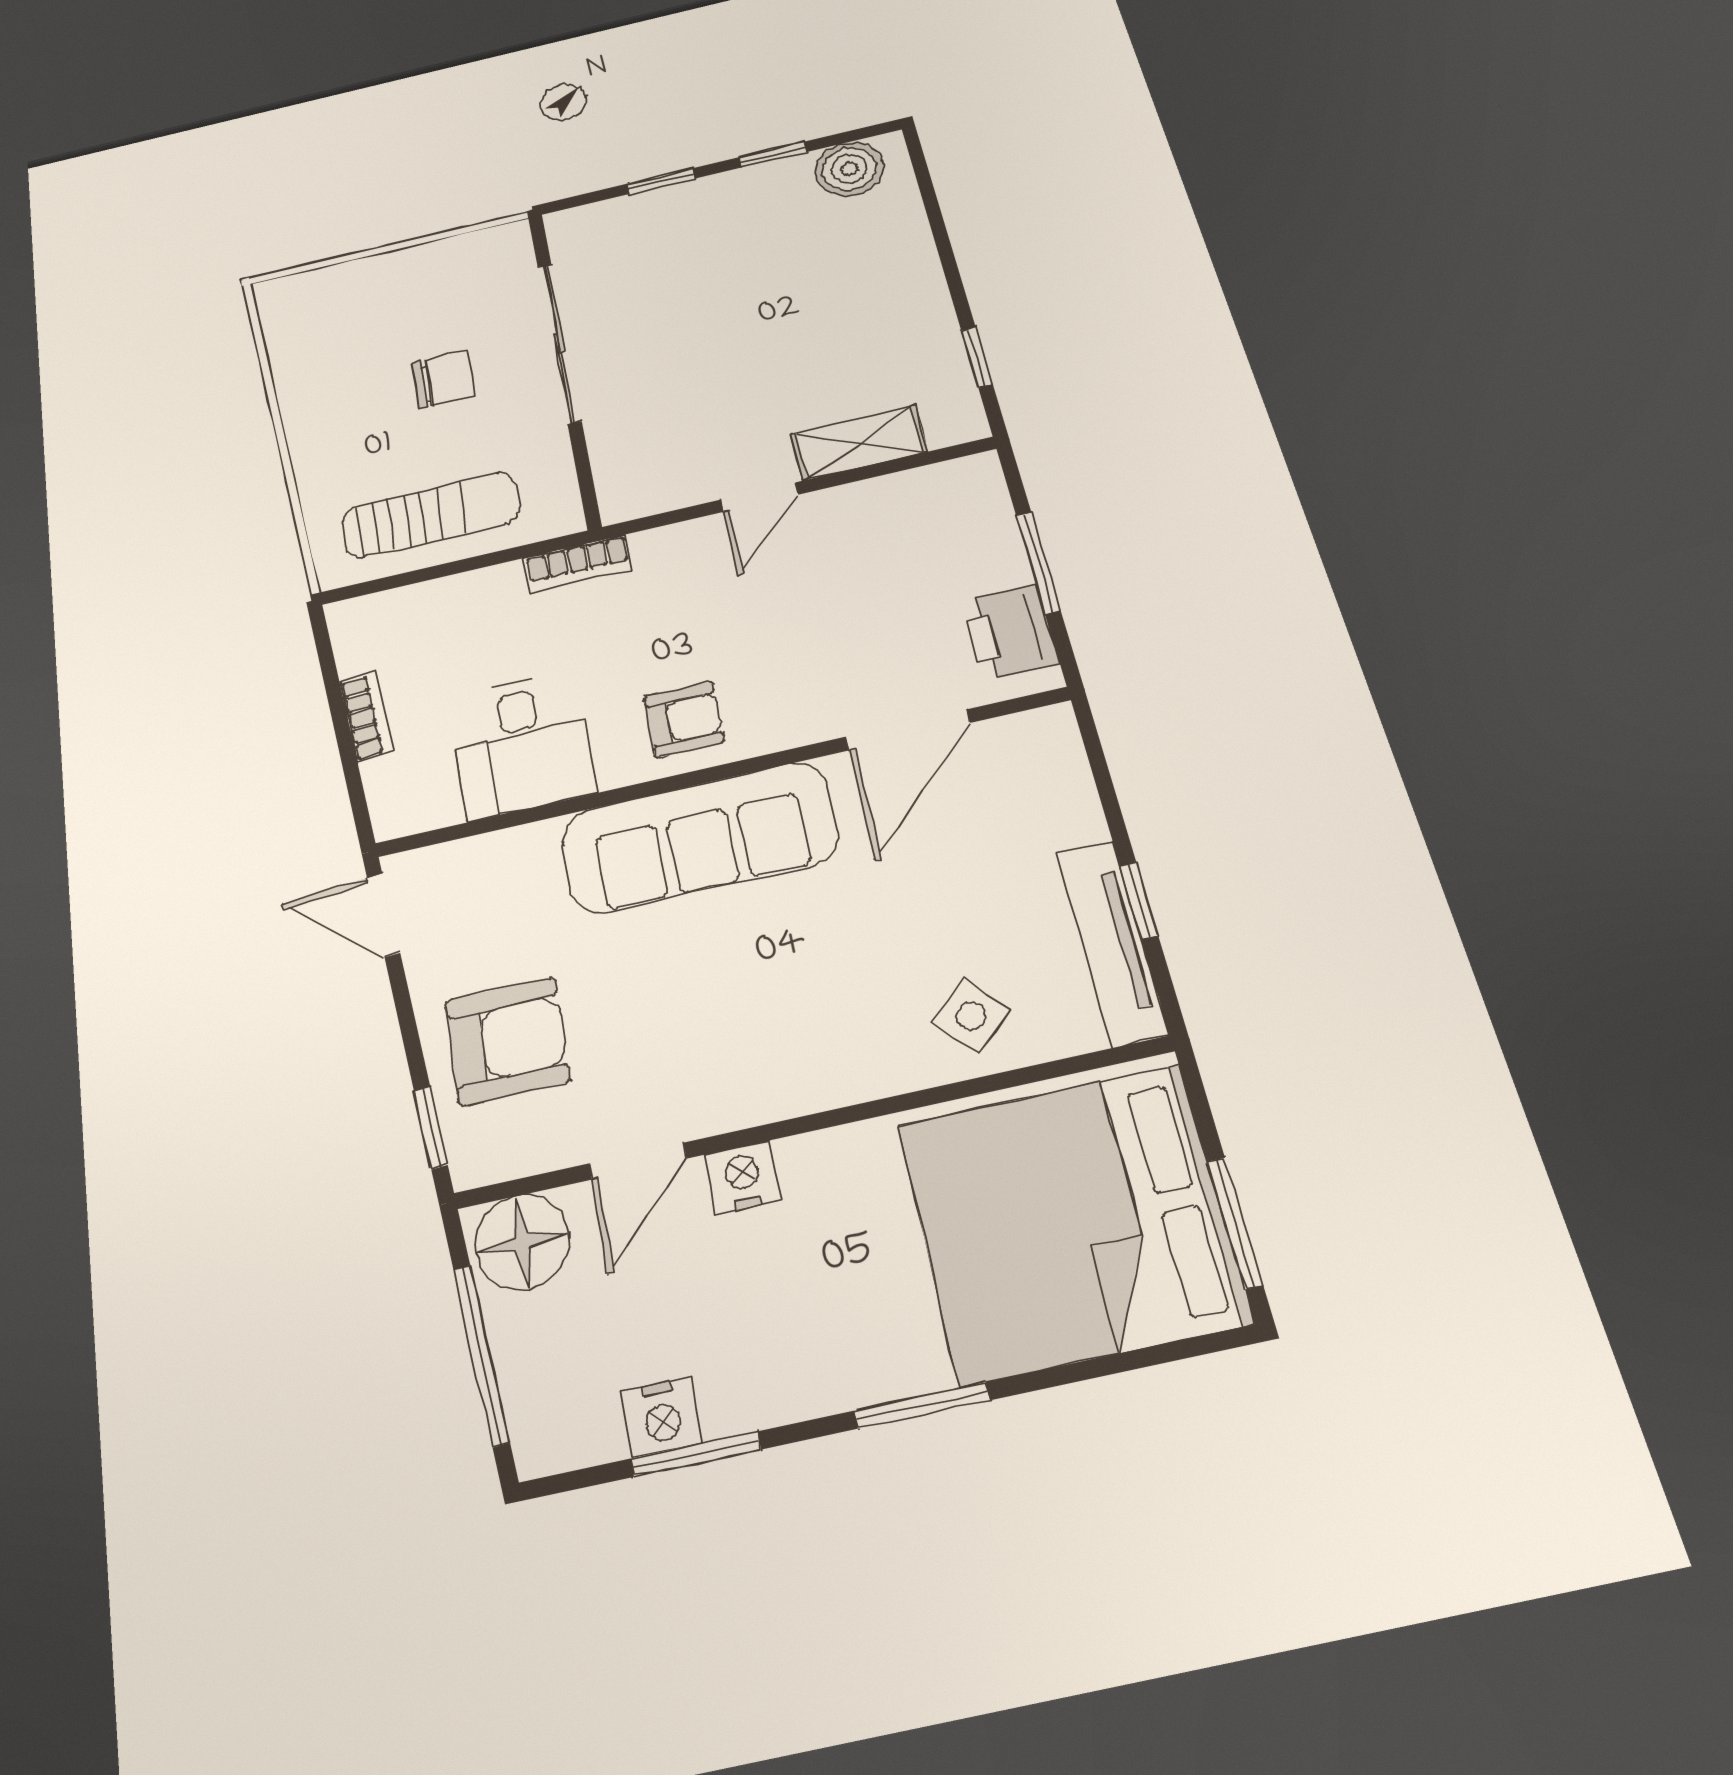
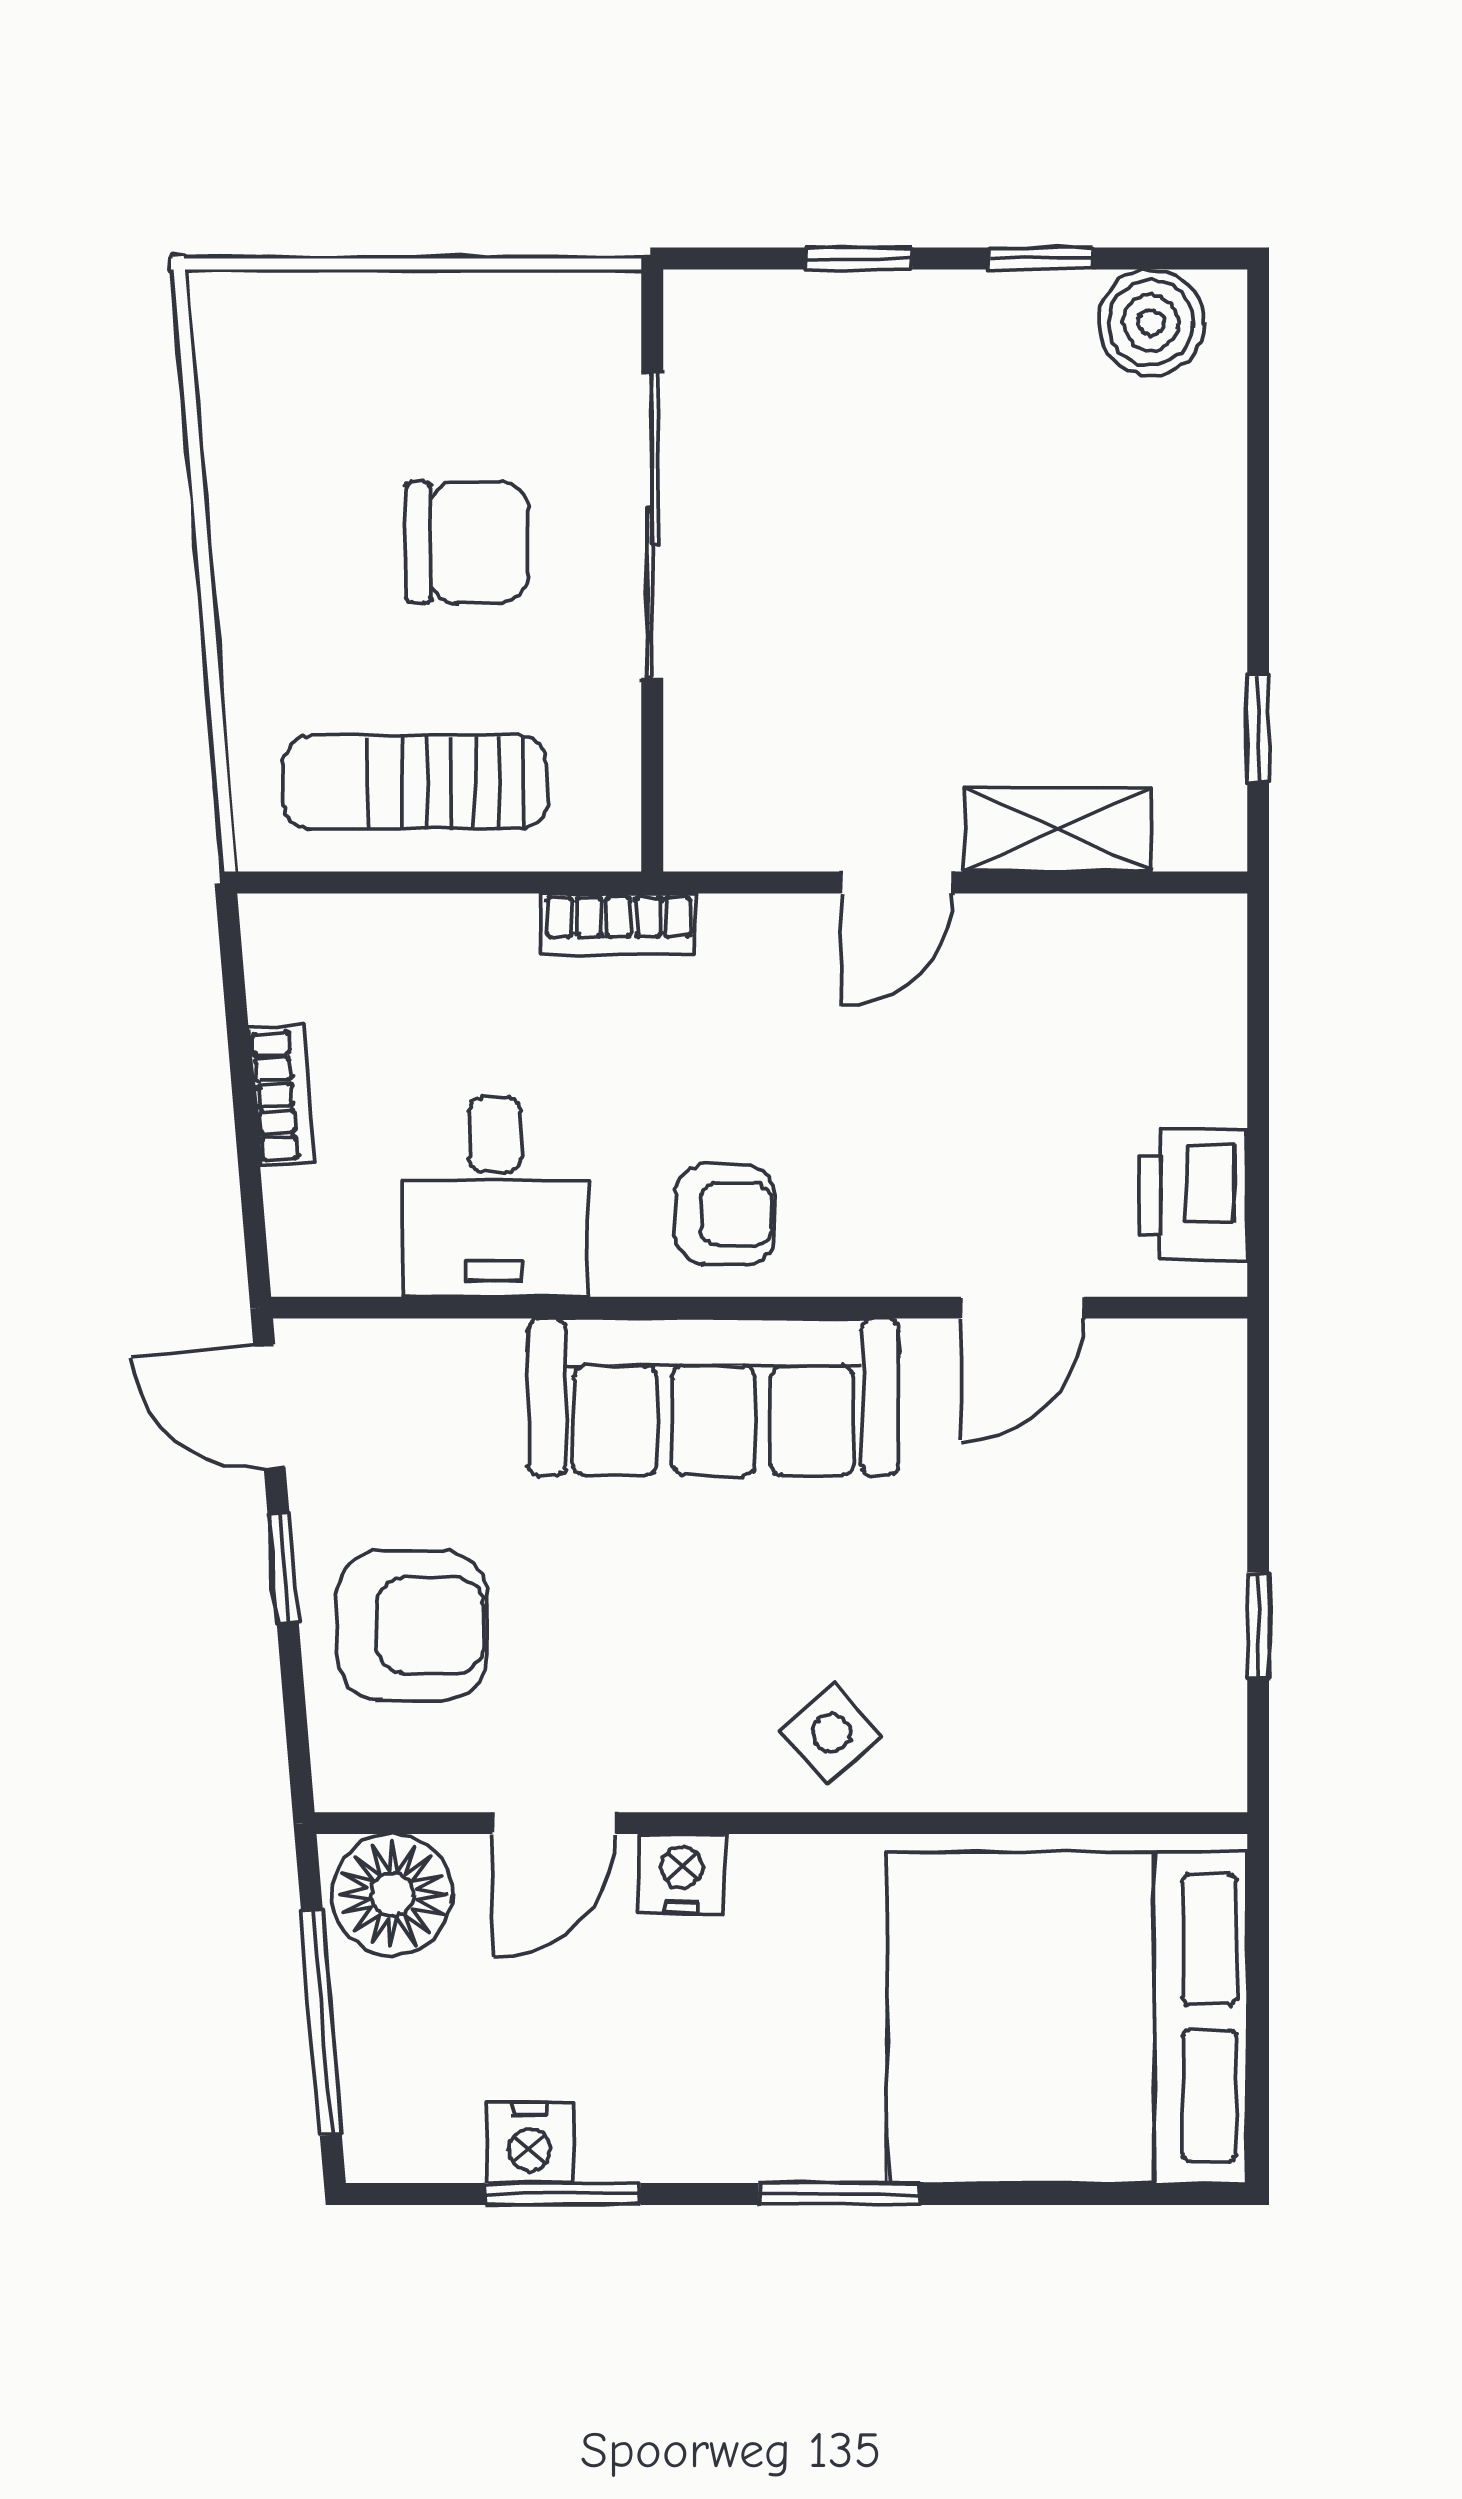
chair: (444, 379) -> (467, 542), width x1.37, depth x1.37
sun lounger: (430, 515) -> (415, 782), turned 180
window: (1038, 563) -> (1258, 1096), removed
door: (908, 730) -> (1022, 1308), width x0.73
tv unit: (1112, 942) -> (1210, 1673), removed
side table: (971, 1016) -> (831, 1733), moved
window: (431, 1128) -> (283, 1569), moved
window: (1235, 1223) -> (1258, 2060), removed

